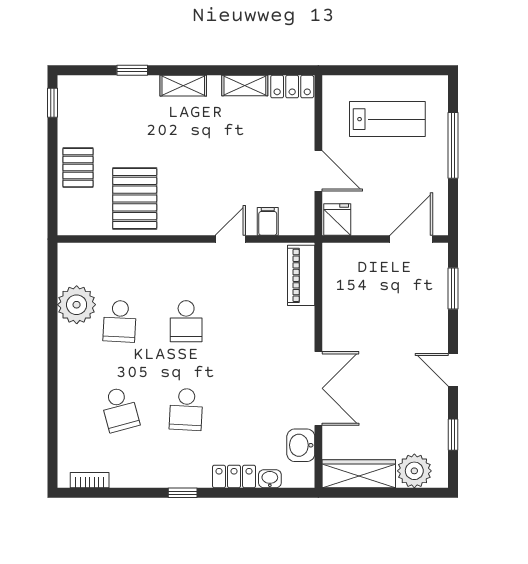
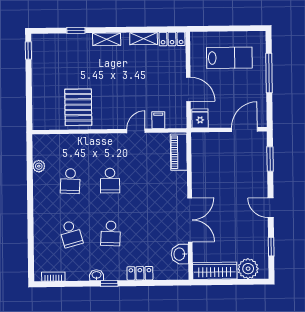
pallet: (78, 168) -> (44, 89), removed
plant: (77, 305) -> (39, 166), width x0.53, depth x0.53
washbasin: (270, 479) -> (97, 275), moved

